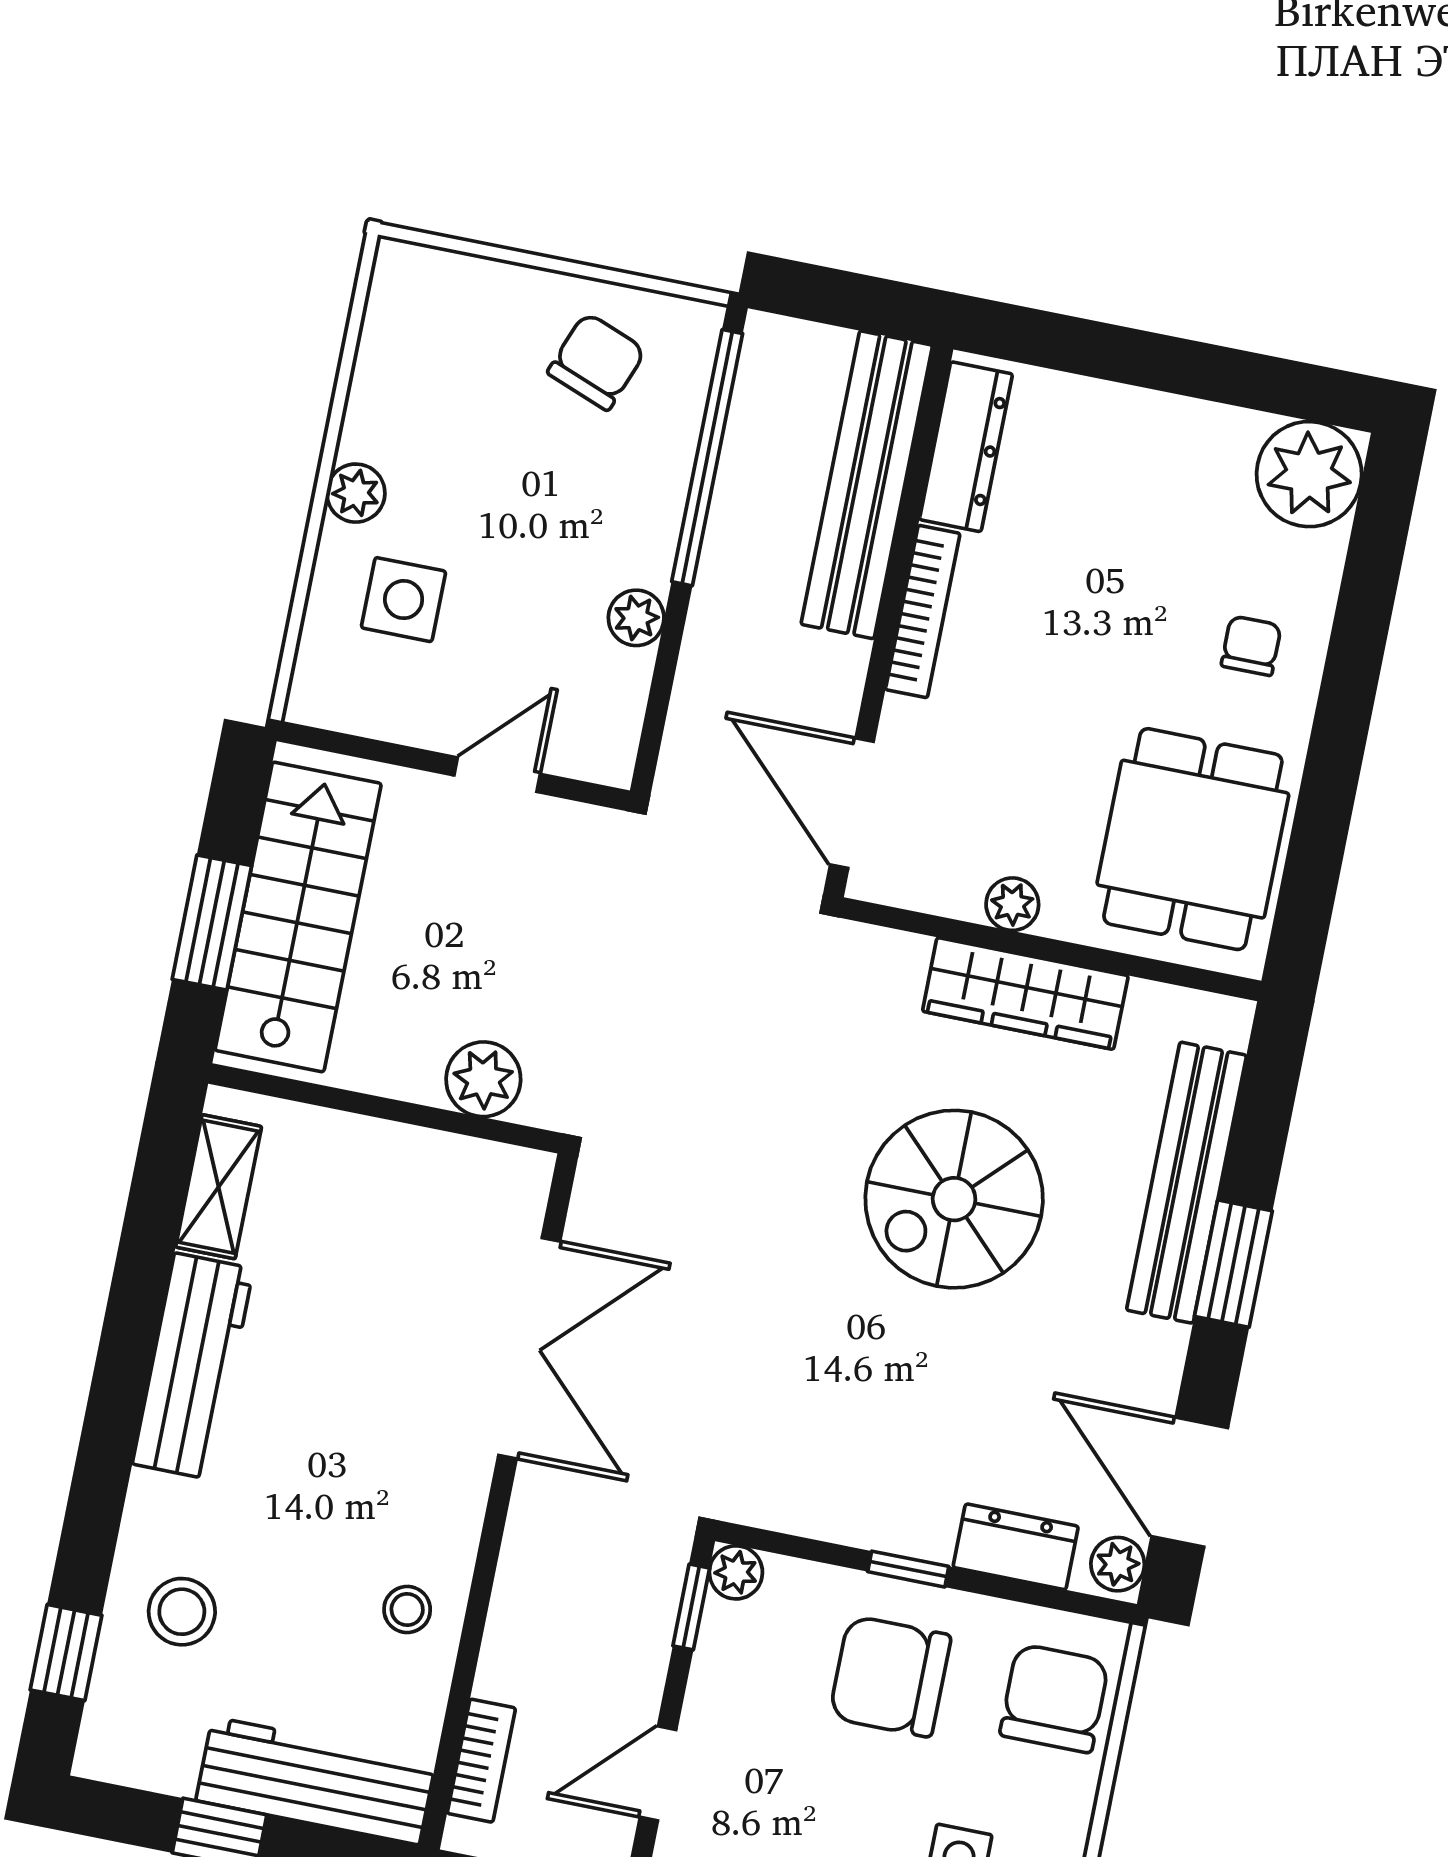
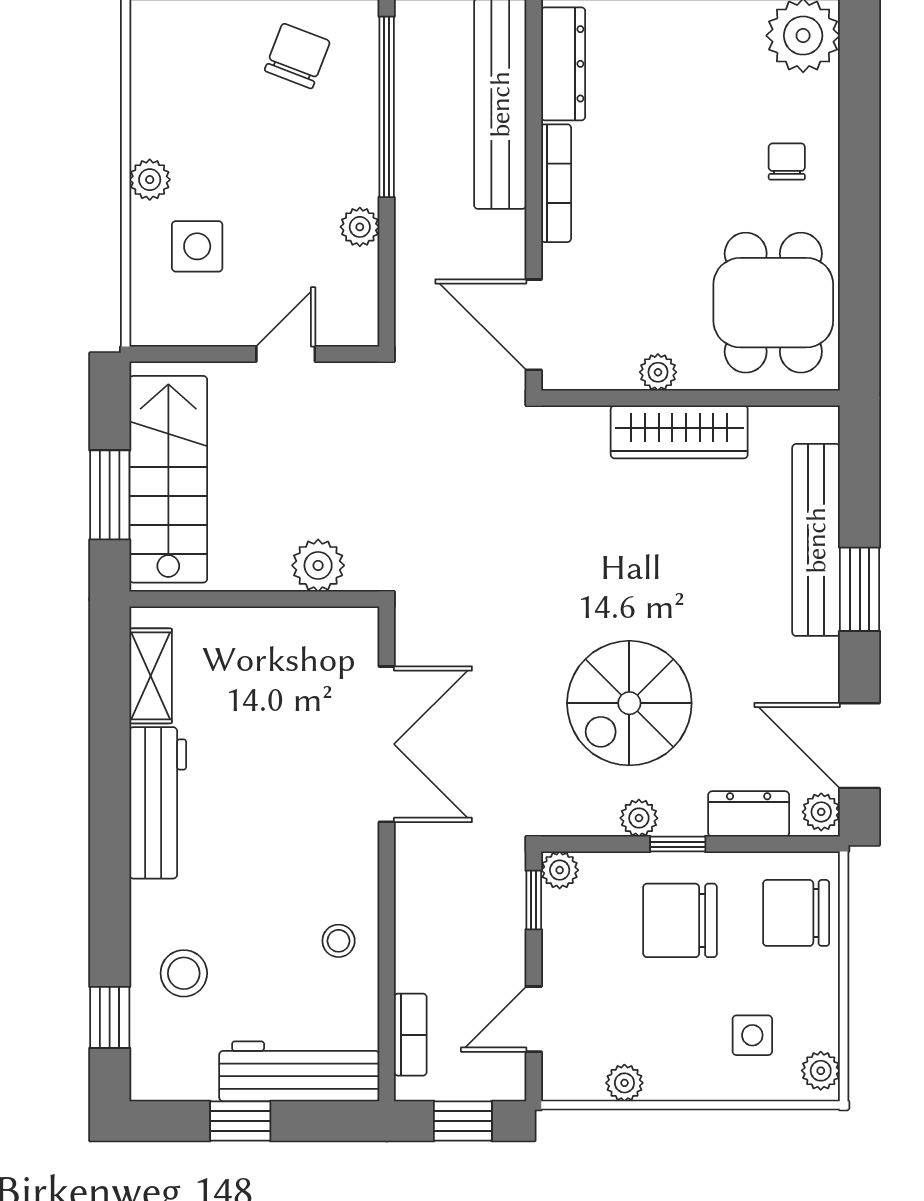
spiral stairs: (954, 1199) -> (629, 703), moved
plant: (861, 1522) -> (639, 818), added
chair: (1054, 1698) -> (796, 913), turned -90

